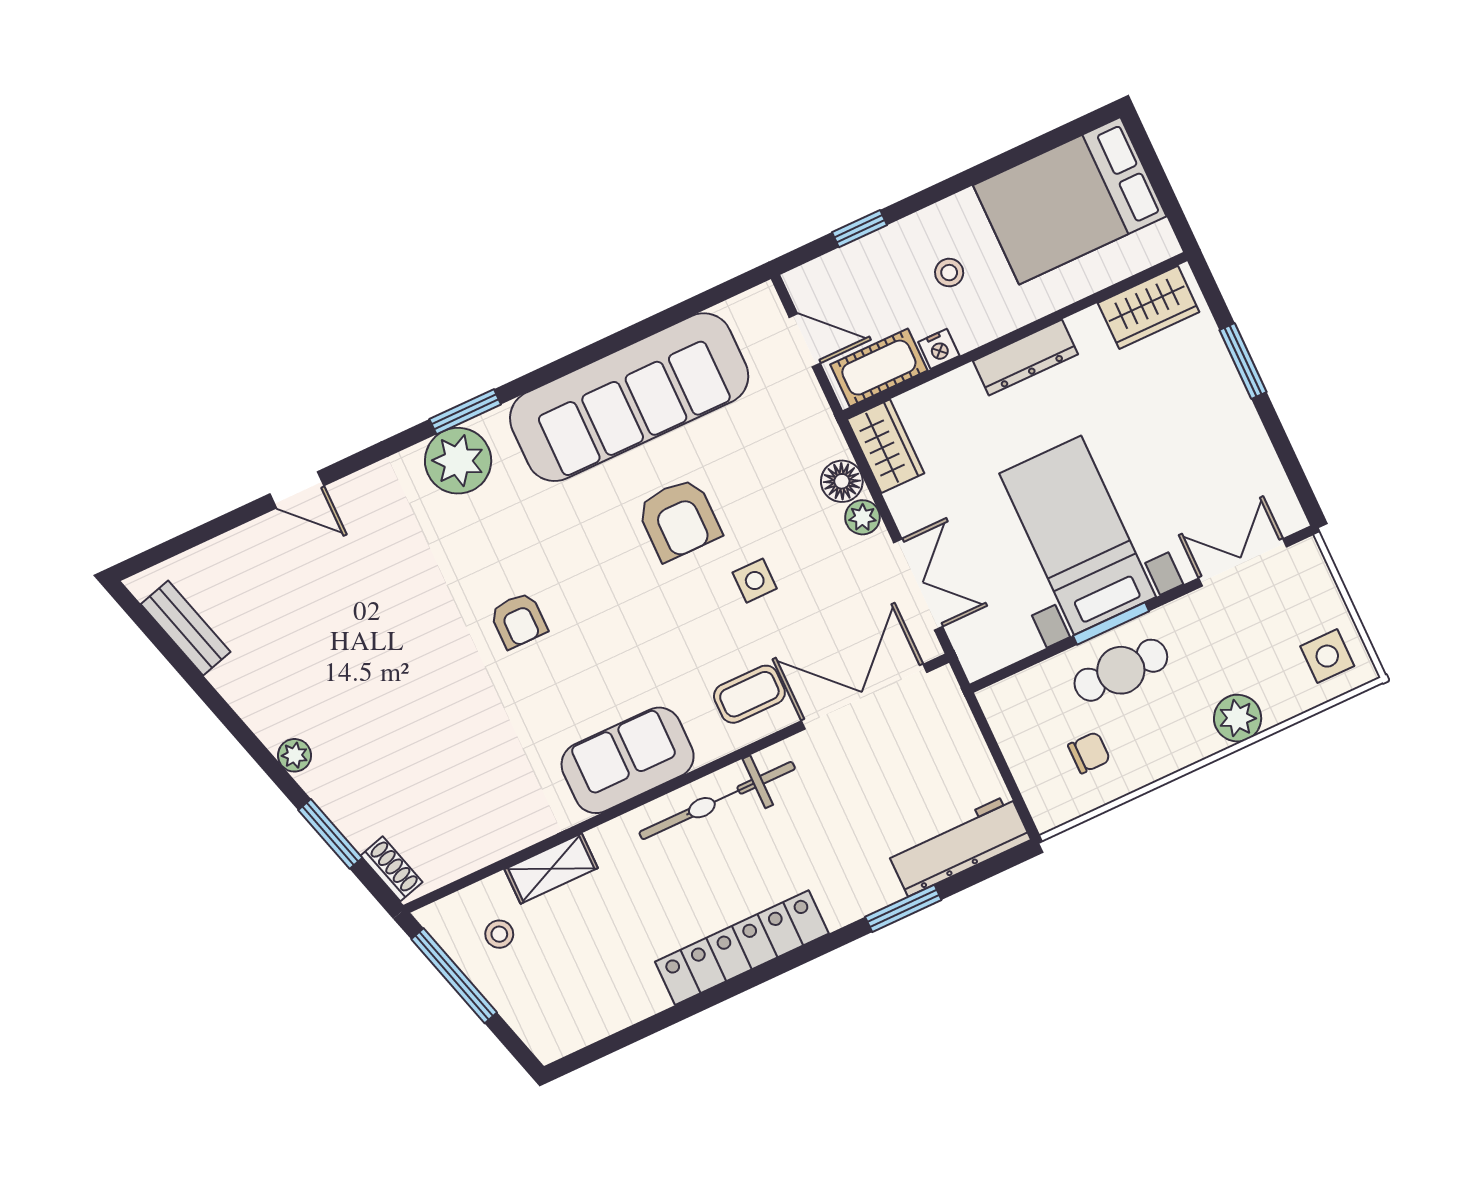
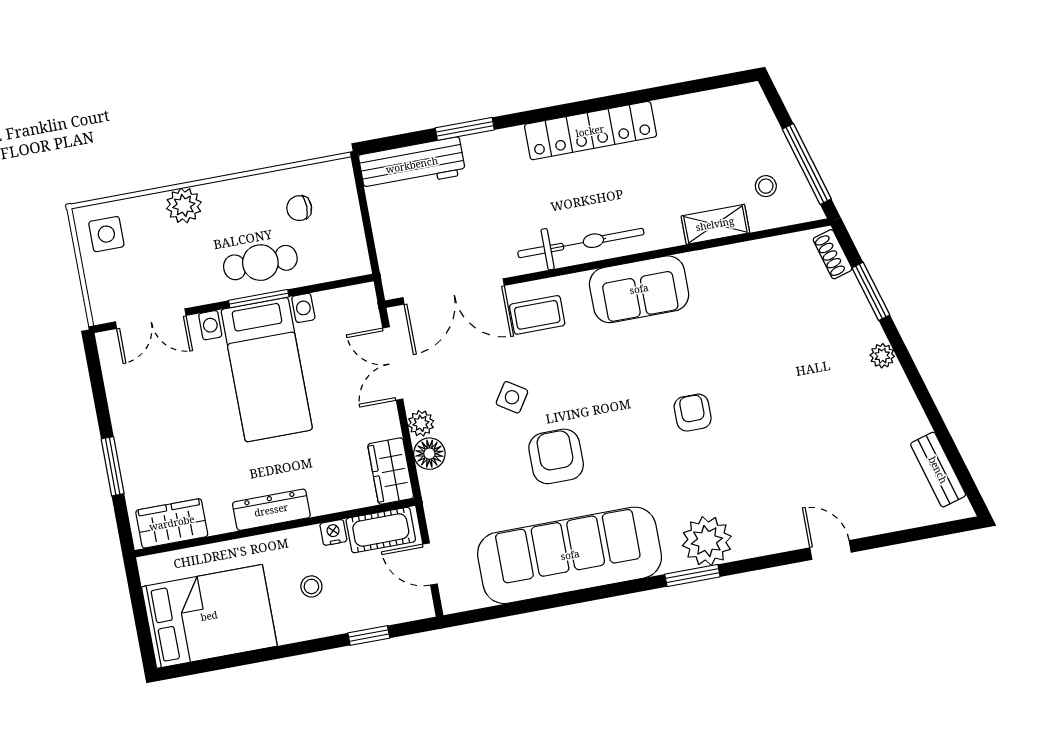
side table: (755, 581) -> (512, 397), turned 33

